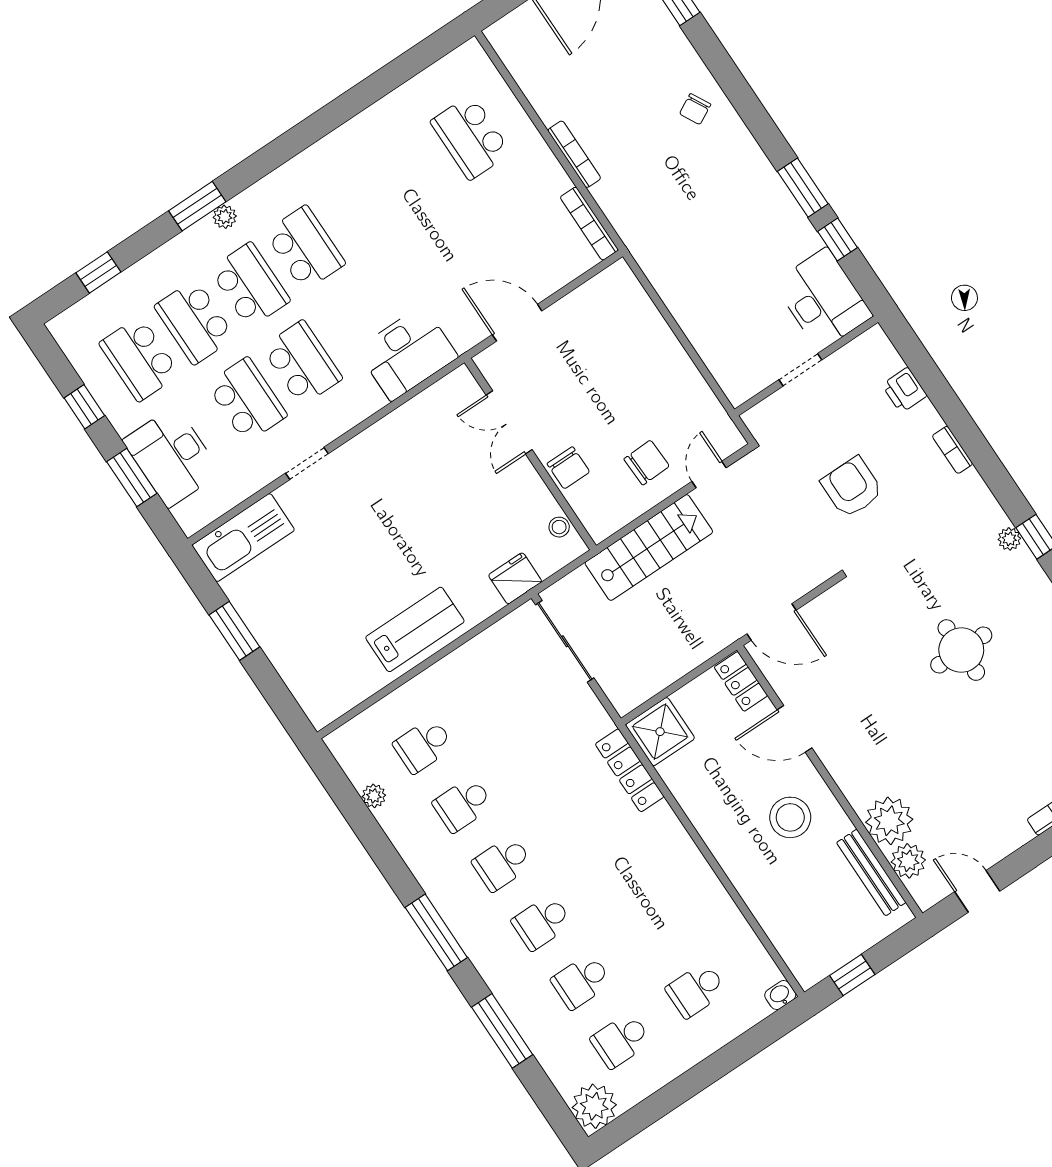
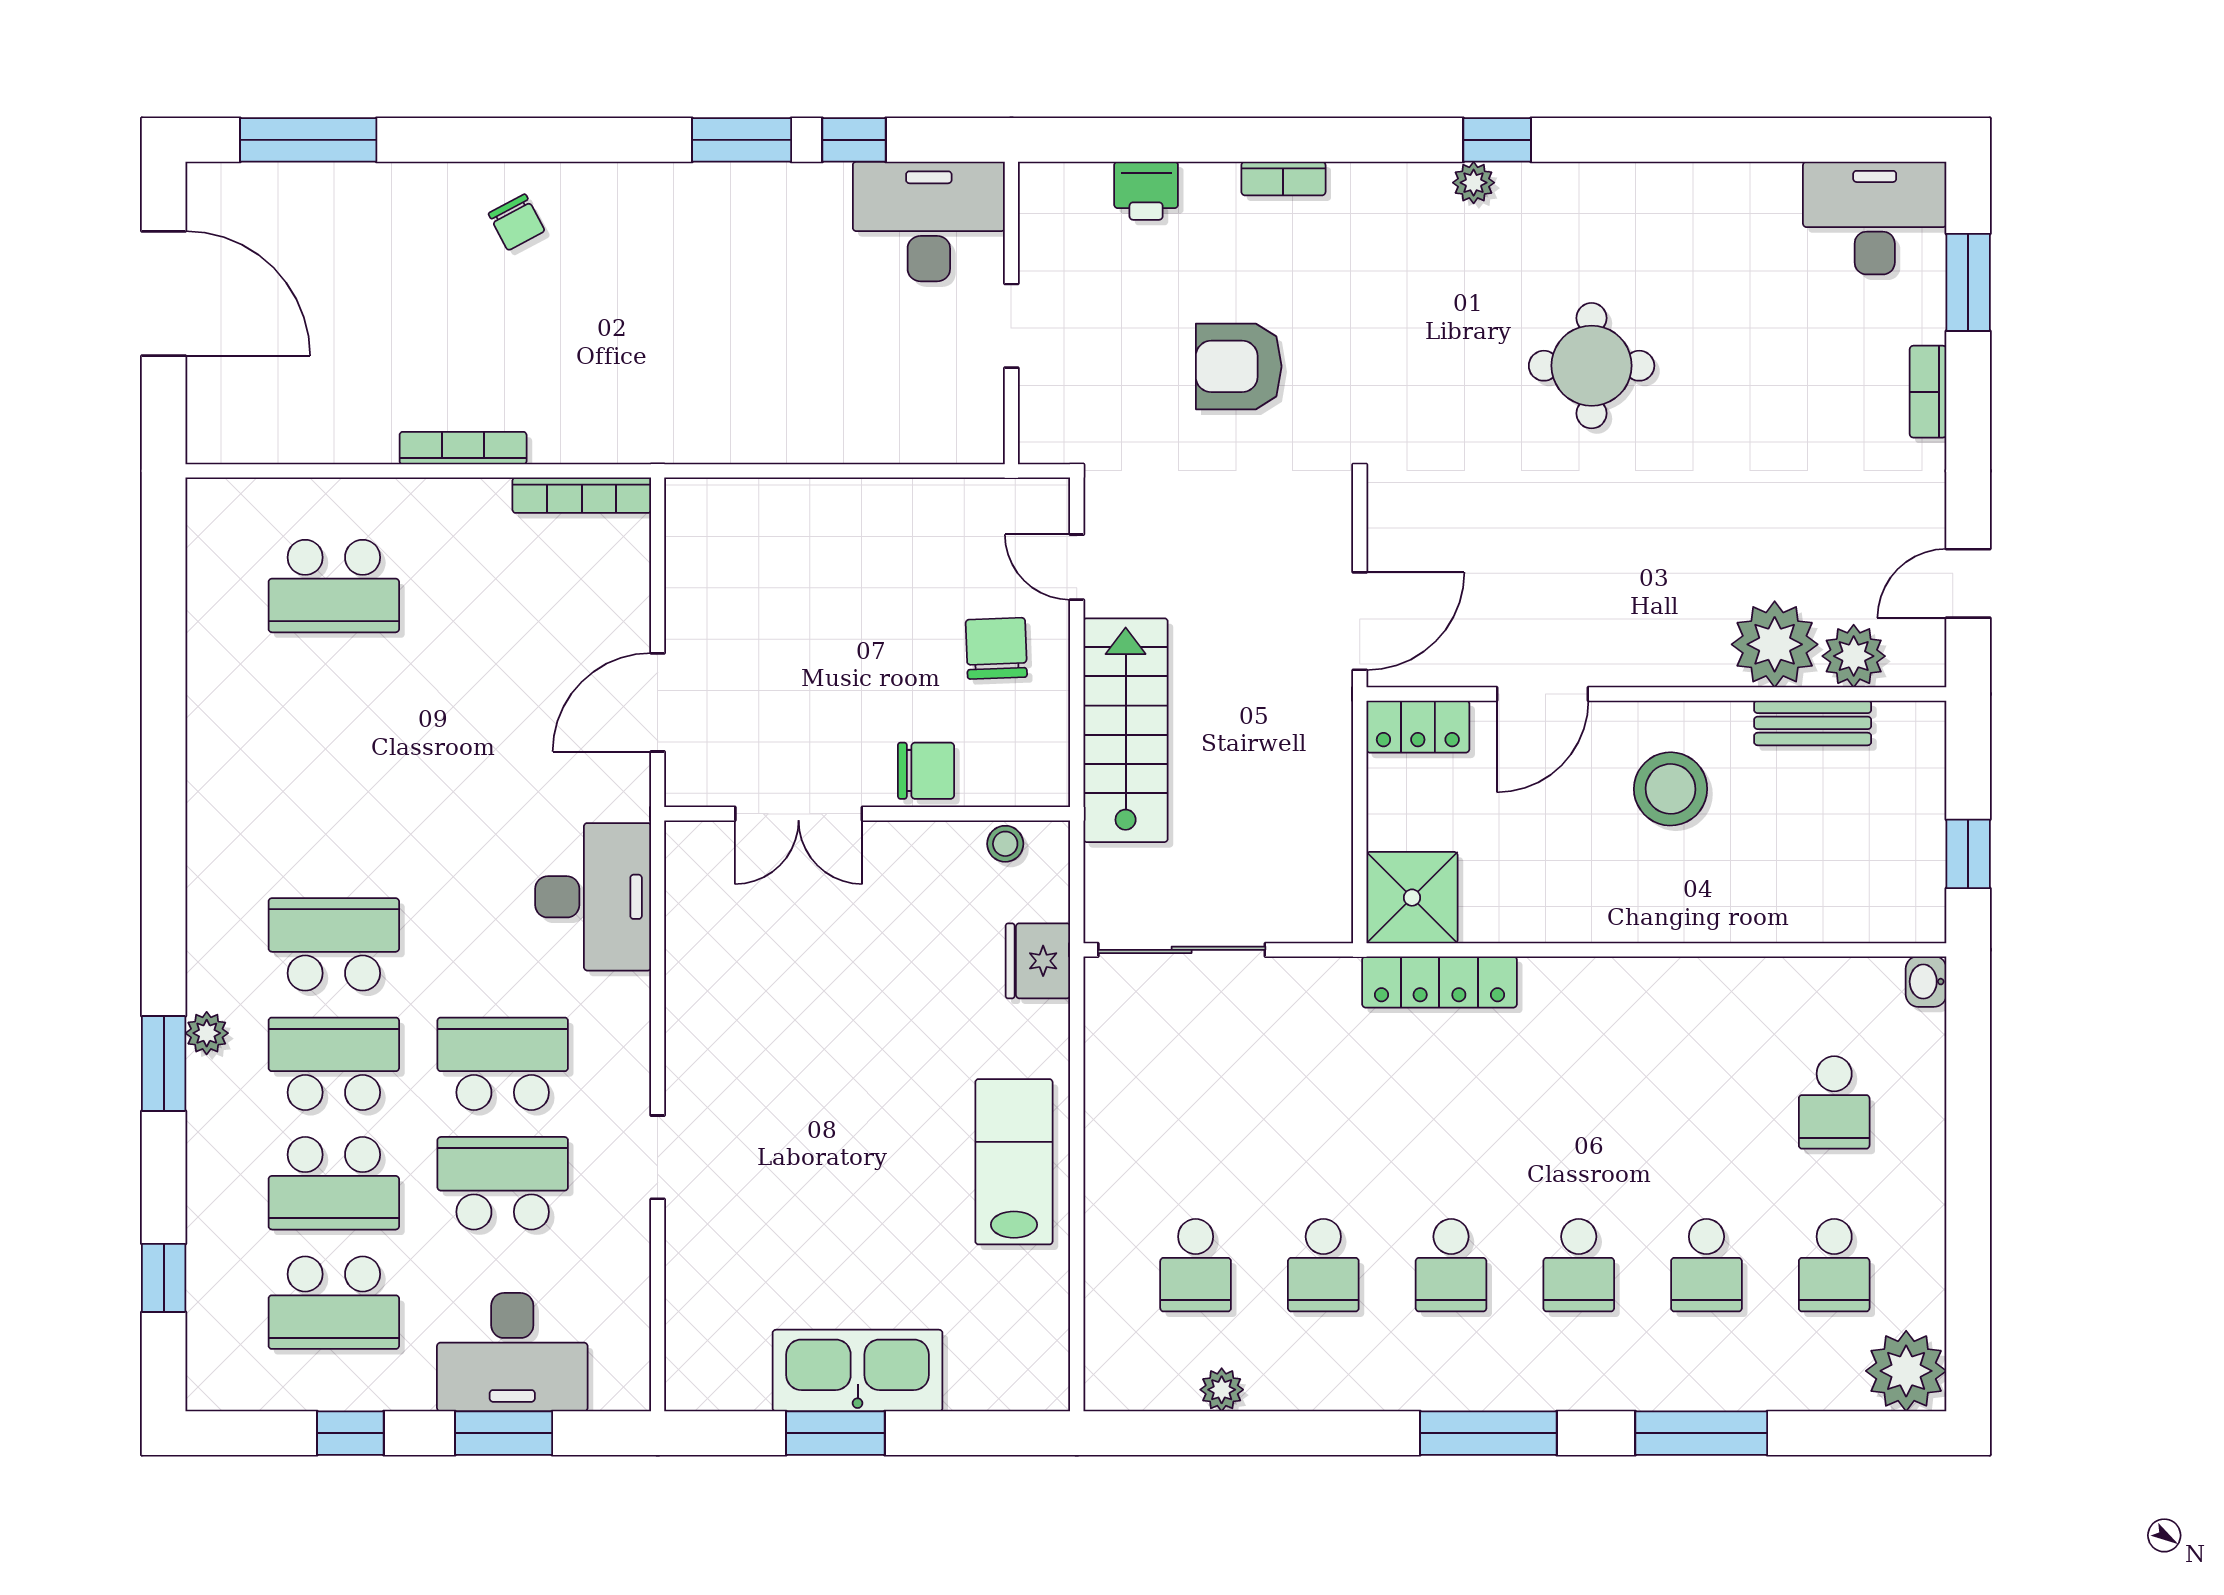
kitchen sink: (243, 538) -> (858, 1371), moved, turned -90
bench: (871, 872) -> (1813, 723), width x0.73

